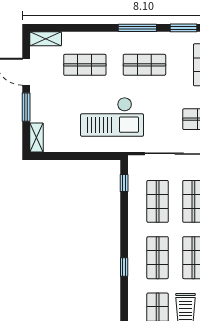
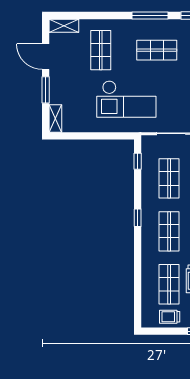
shop shelf: (85, 65) -> (101, 50), turned 90
window: (124, 267) -> (138, 218), moved

